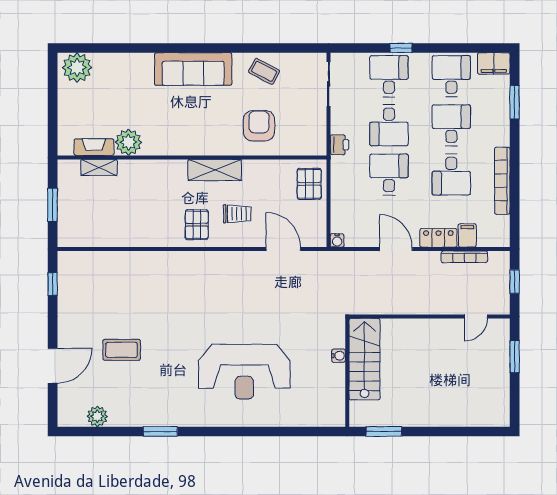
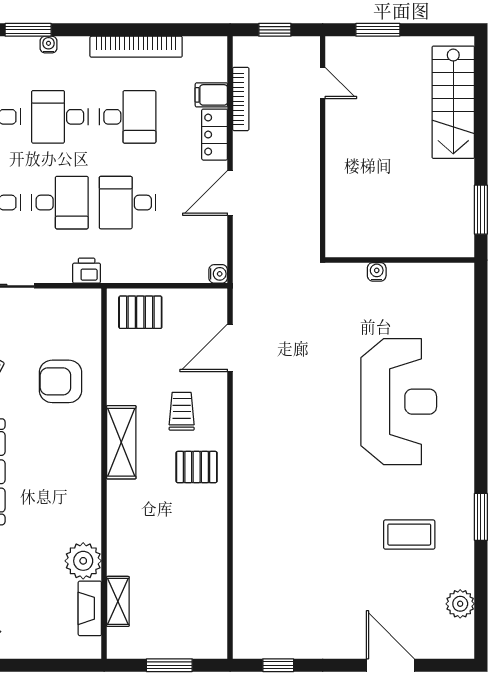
water cooler: (504, 117) -> (48, 45), added
coffee table: (122, 350) -> (409, 535), moved, turned 90
stairs: (364, 359) -> (453, 102), moved, turned -90

